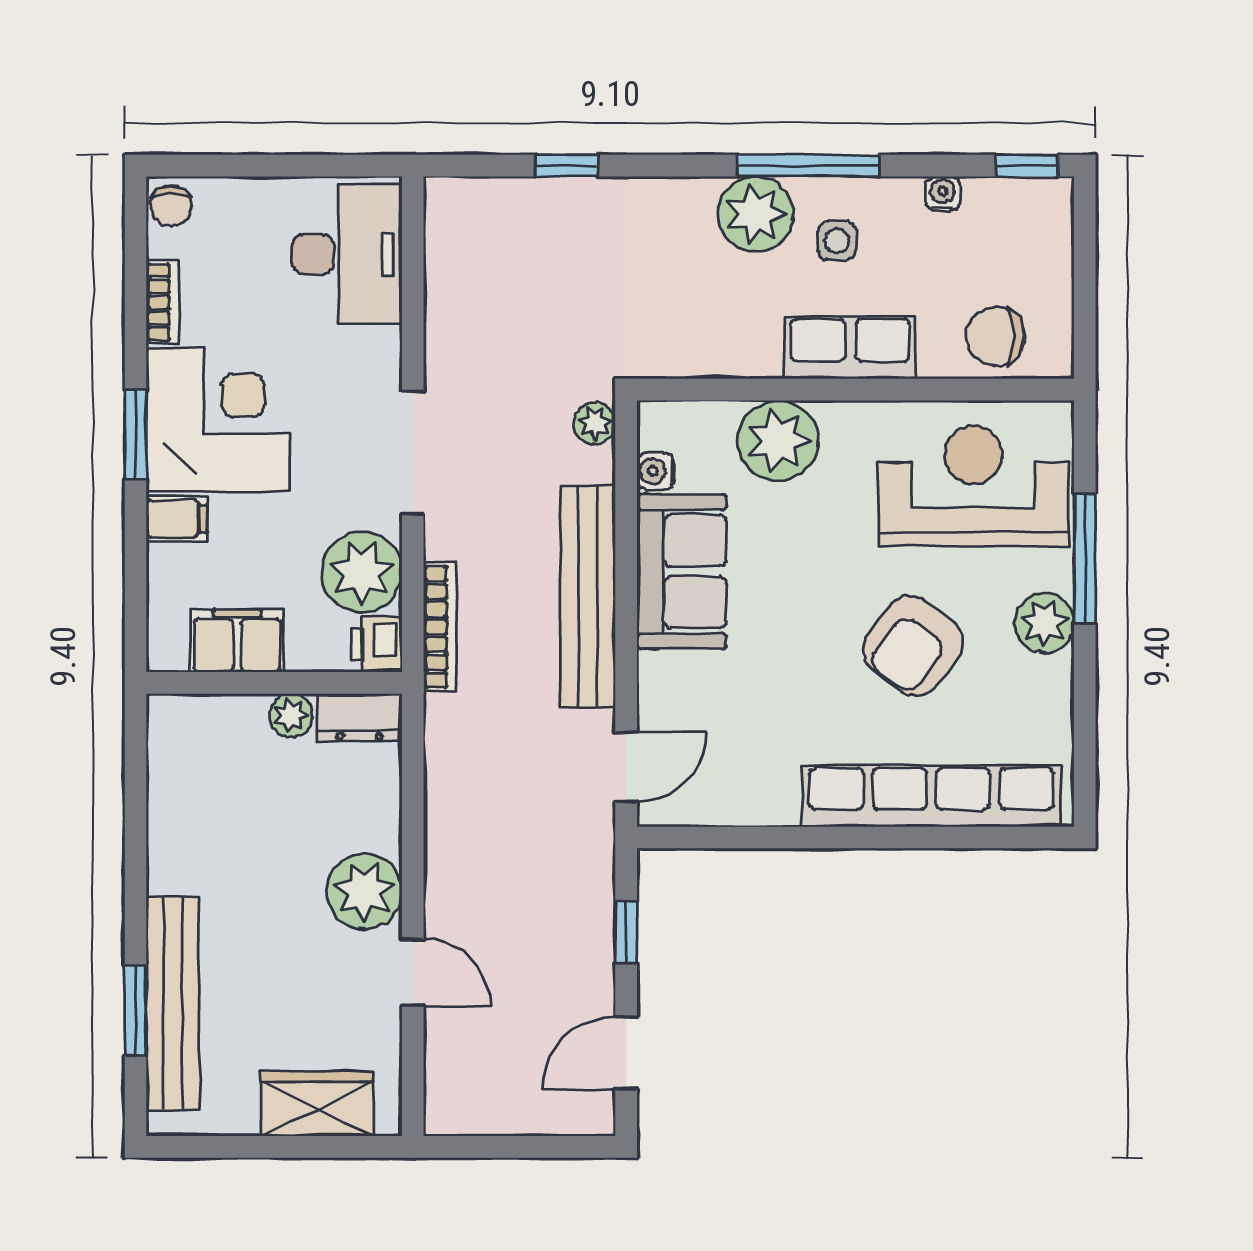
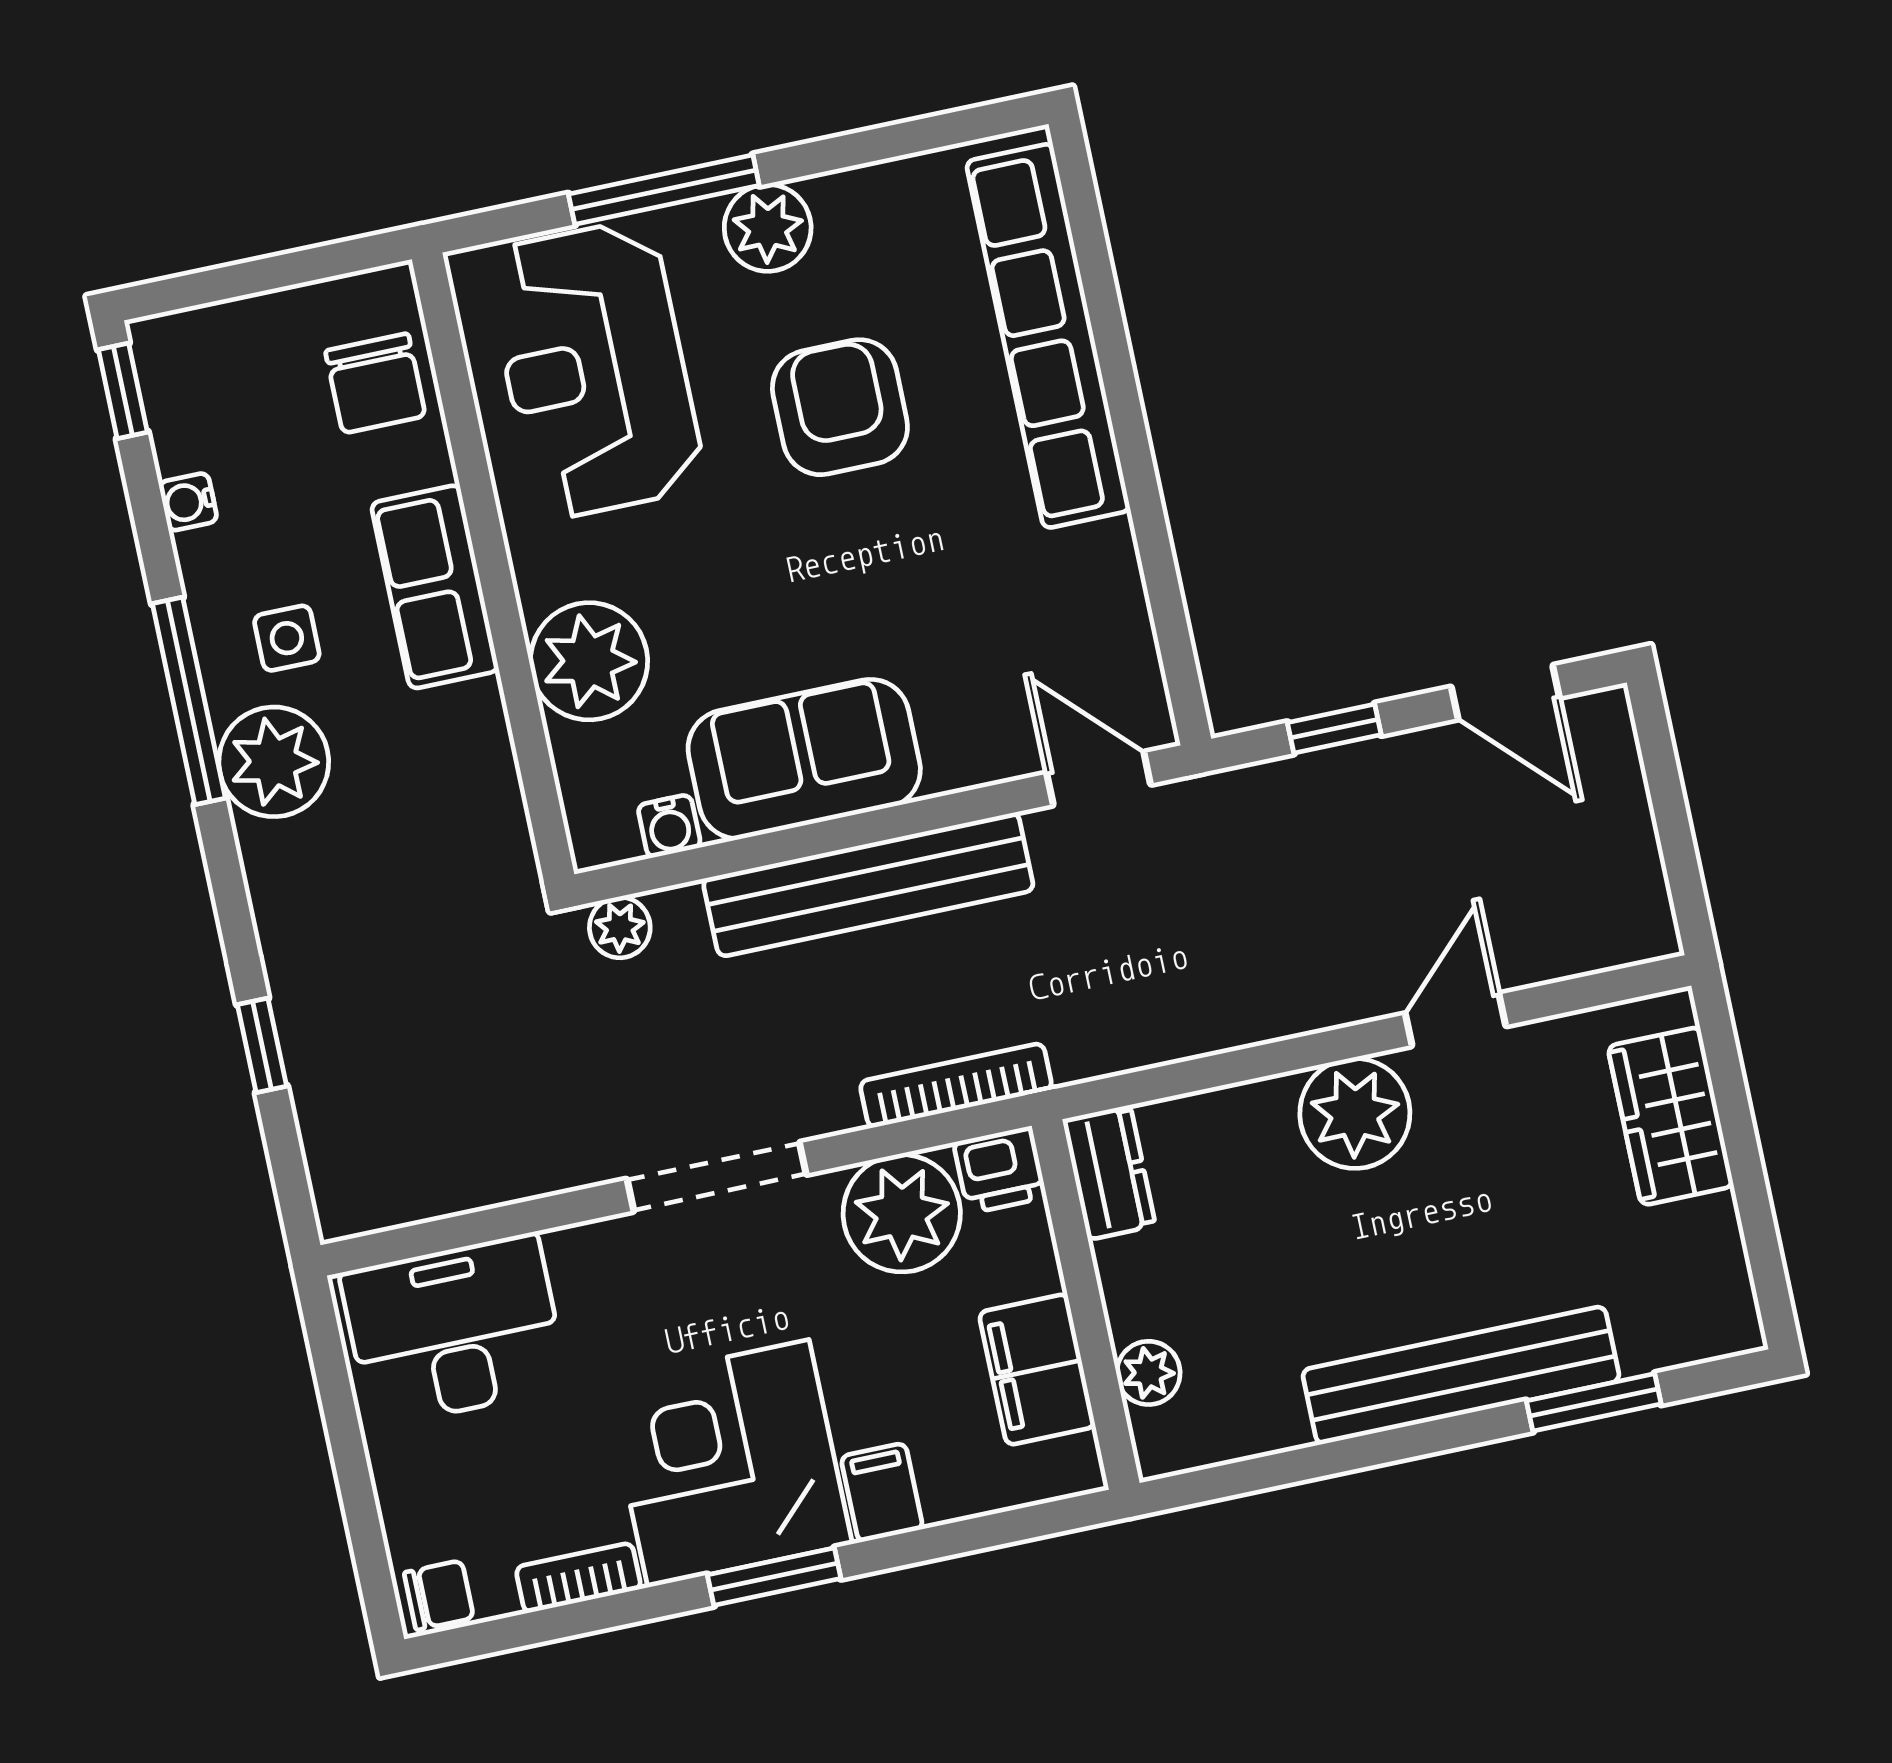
armchair: (913, 646) -> (840, 407), turned -127
plant: (291, 715) -> (1148, 1373), moved
bench: (173, 1003) -> (1461, 1375), moved

